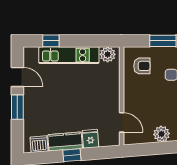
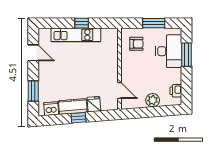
window: (51, 41) -> (82, 23), moved
plant: (108, 54) -> (108, 34), removed
window: (17, 107) -> (33, 91), moved

